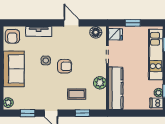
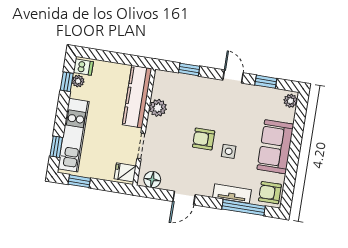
window: (29, 23) -> (244, 208), added
door: (72, 23) -> (184, 198), hinge flipped
window: (133, 23) -> (79, 181), moved
armchair: (12, 36) -> (270, 193), turned -90
coffee table: (77, 94) -> (193, 97), removed

